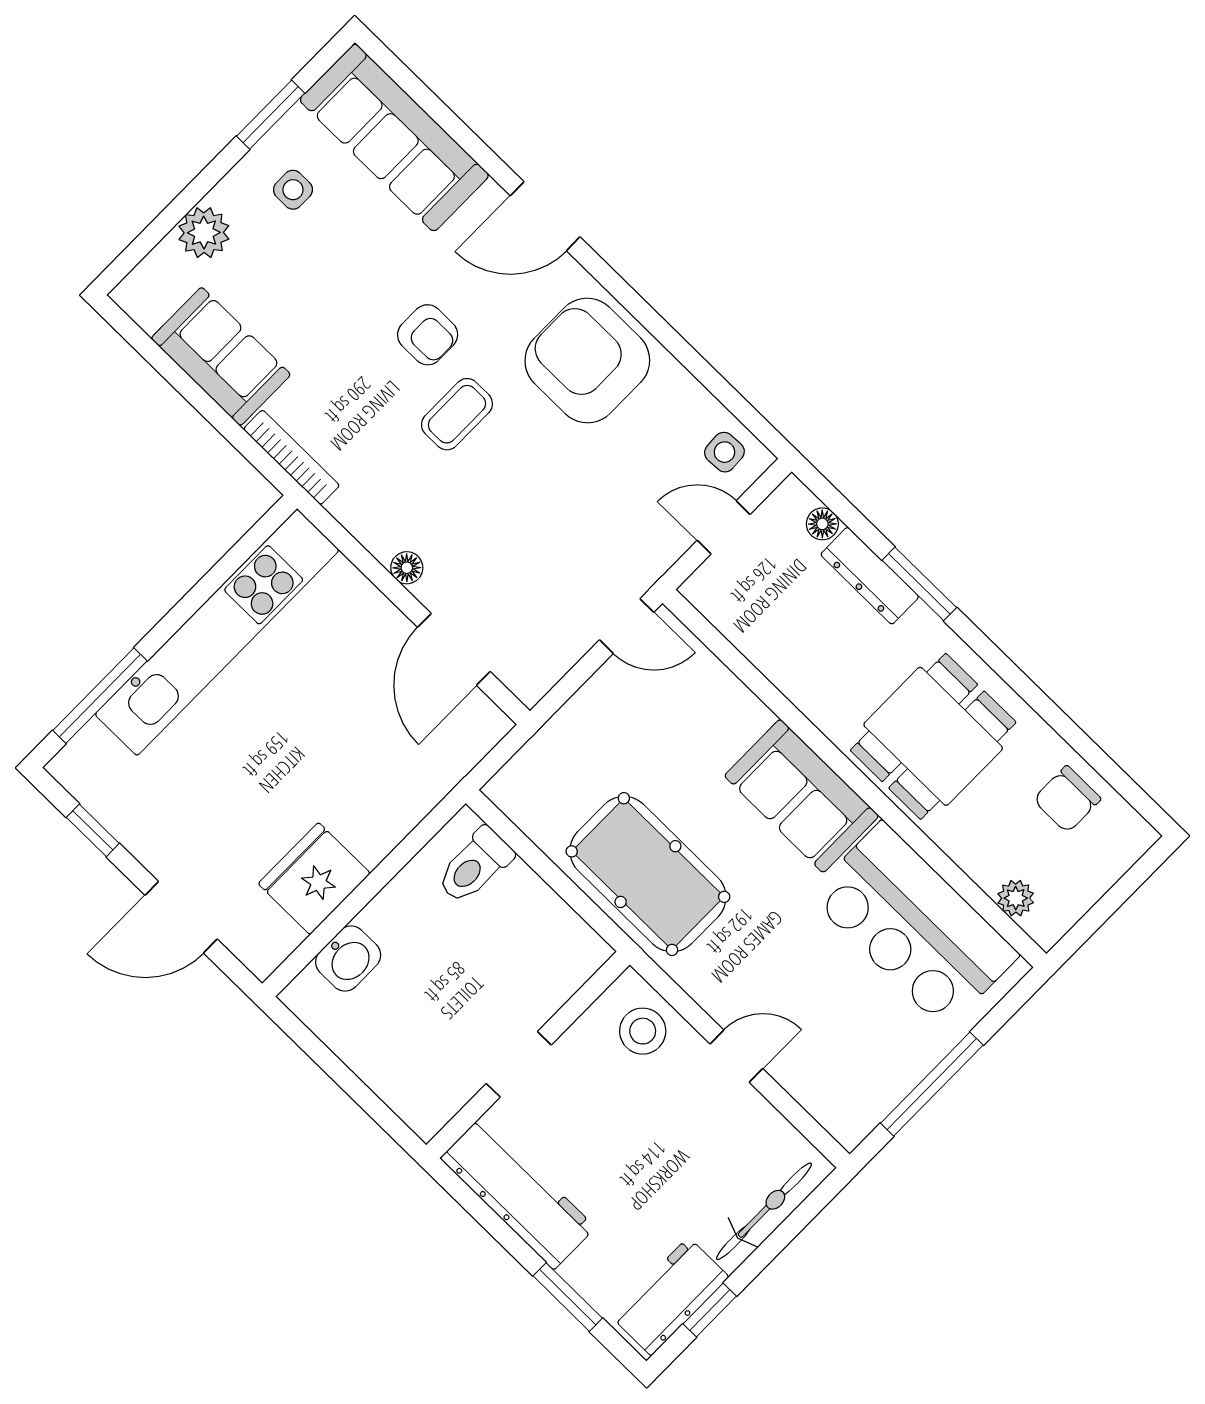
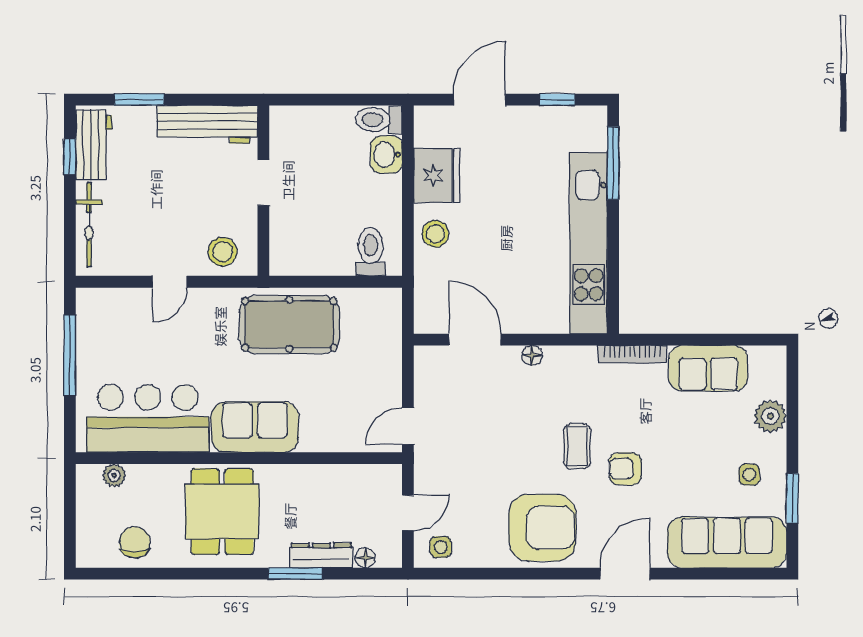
stool: (381, 814) -> (435, 234), added
toilet: (317, 1007) -> (379, 120), added

